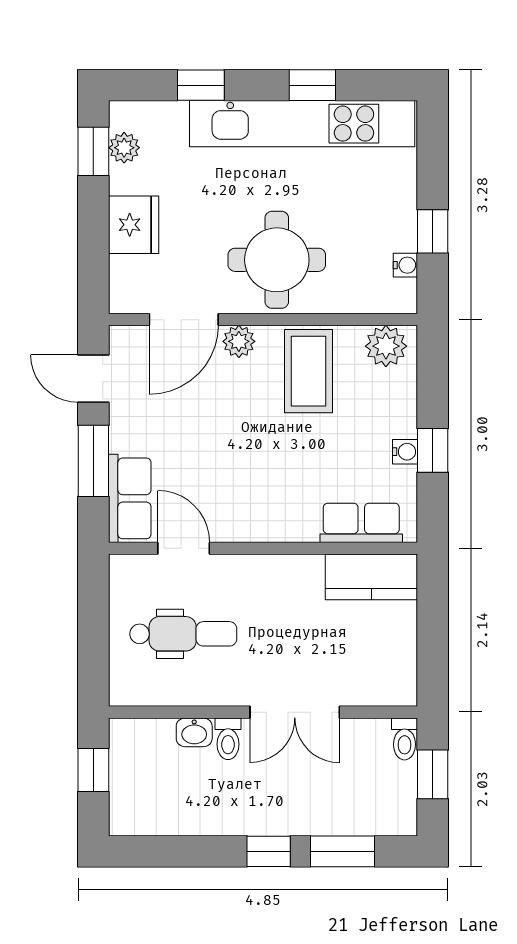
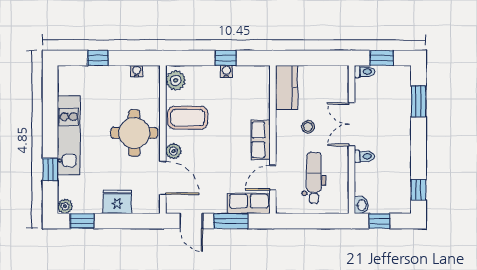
window: (312, 85) -> (50, 116), removed
kitchen unit: (302, 124) -> (69, 135), width x0.73
plant: (124, 148) -> (65, 206), moved
window: (433, 231) -> (98, 58), moved
door: (93, 379) -> (191, 221), hinge flipped
row of seats: (361, 523) -> (261, 140), moved
stool: (289, 622) -> (308, 127), added
double door: (295, 712) -> (352, 124), swing flipped
washbasin: (194, 732) -> (361, 205), moved
window: (269, 851) -> (419, 190), moved

